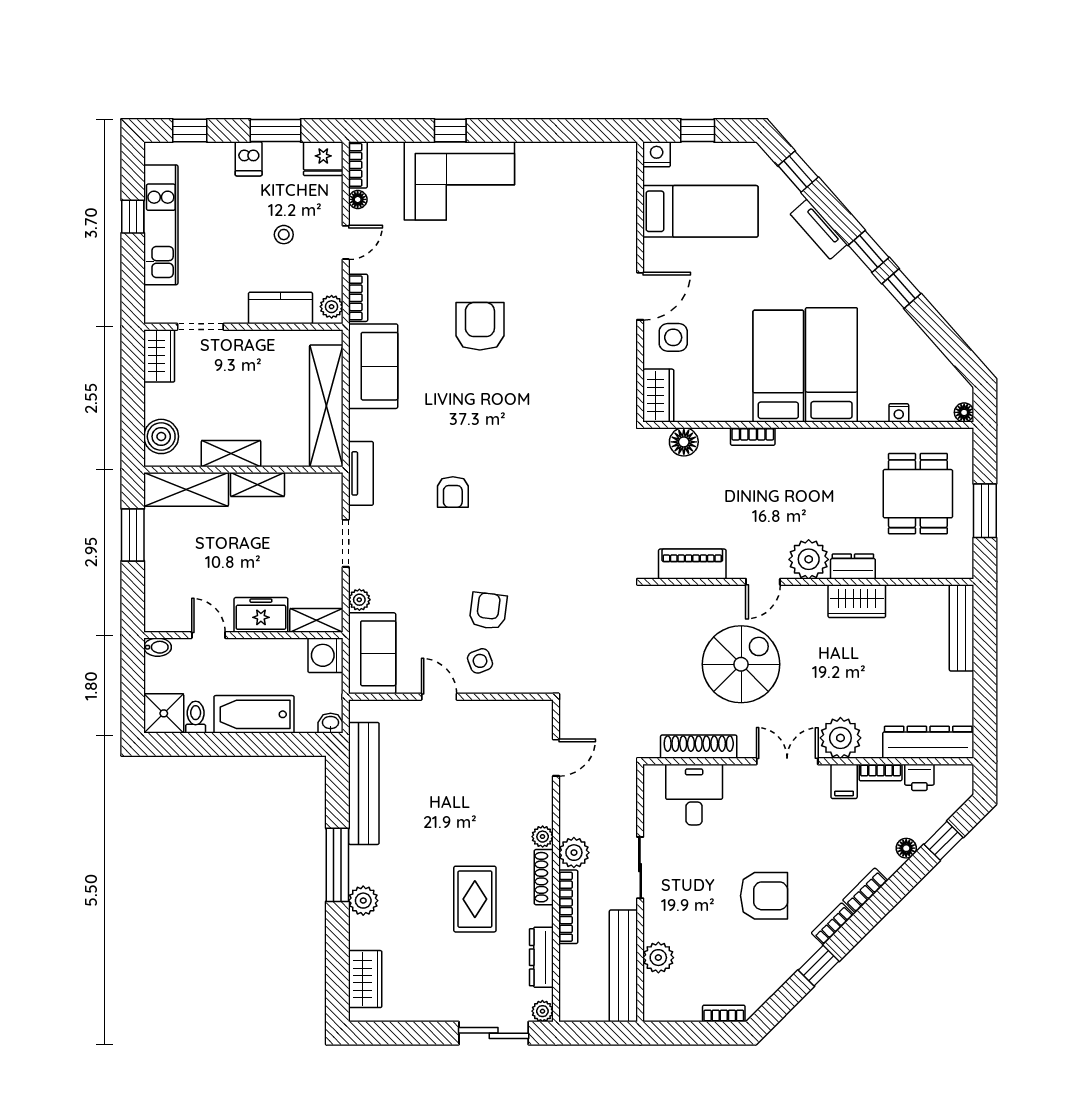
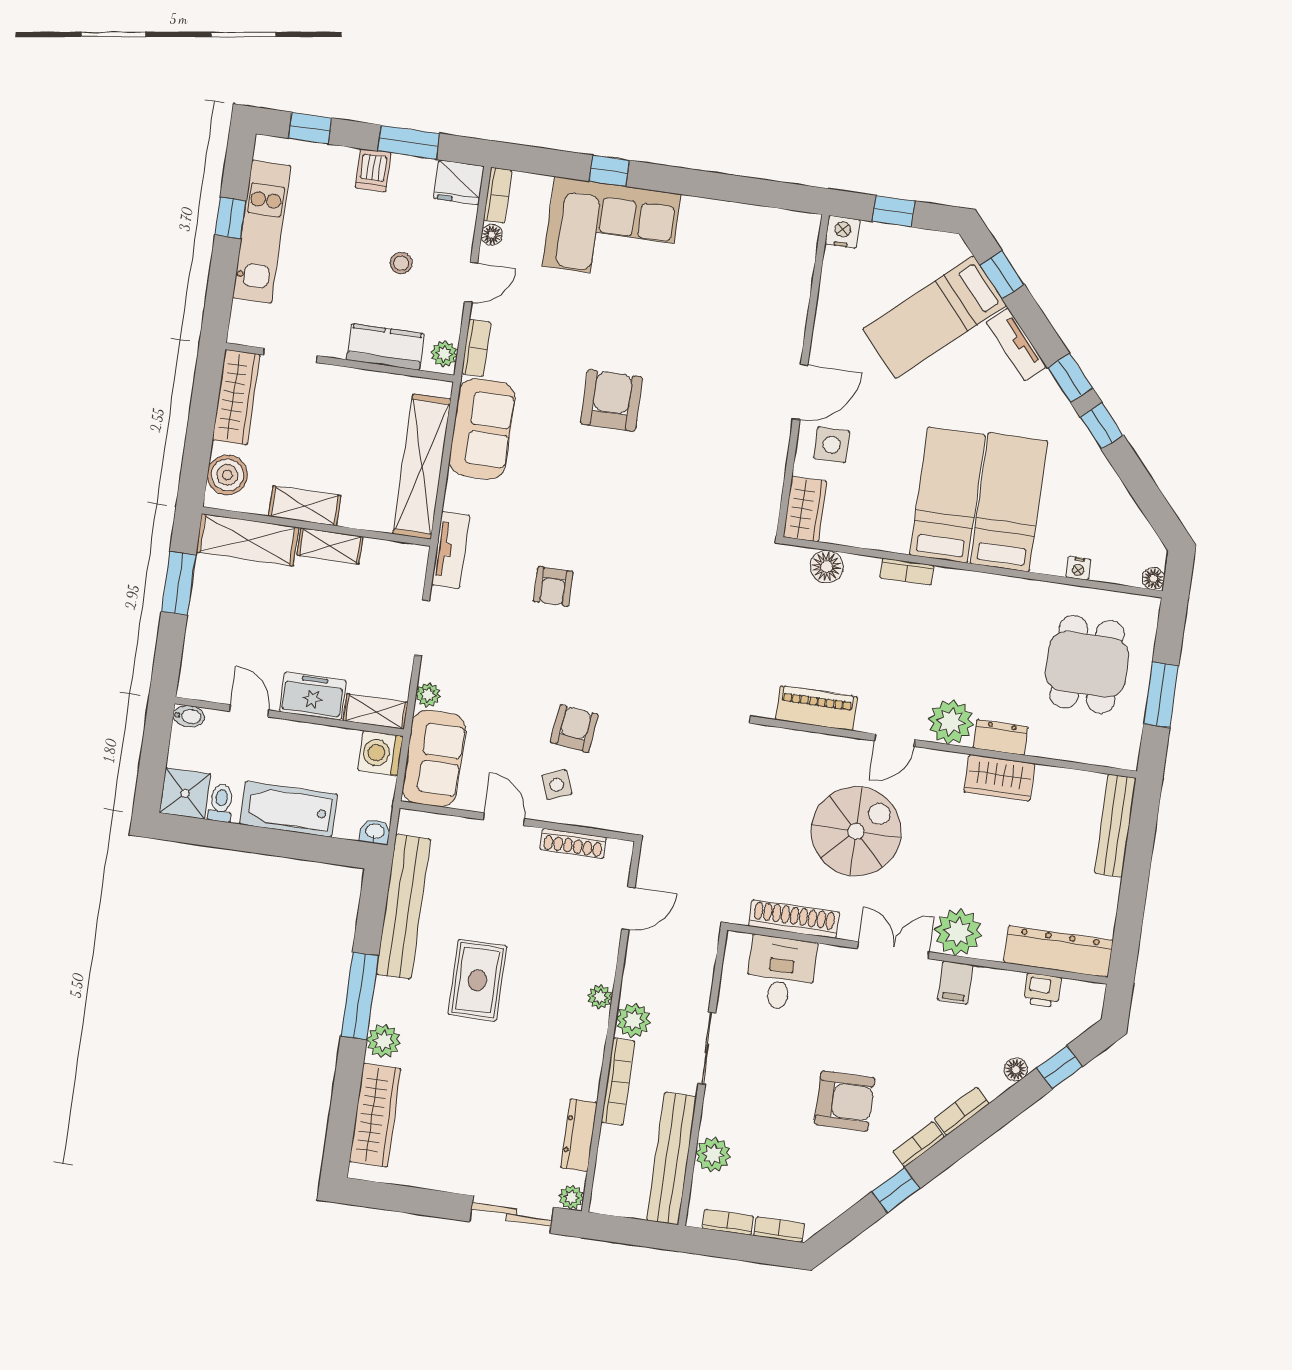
bed: (700, 211) -> (935, 317), moved, turned 139
wardrobe: (159, 356) -> (236, 397), width x1.50
bookcase: (881, 772) -> (728, 1222), moved, turned 180
shoe rack: (544, 877) -> (573, 843), moved, turned -90
rug: (475, 899) -> (477, 980), moved
wardrobe: (365, 979) -> (375, 1115), width x1.50

